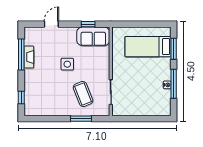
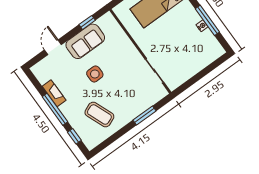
sofa: (93, 36) -> (85, 41), moved
window: (21, 55) -> (55, 109), moved
coffee table: (83, 94) -> (99, 115), moved

